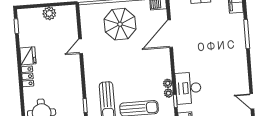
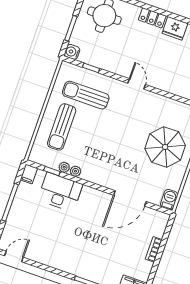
door: (170, 34) -> (130, 198), swing flipped
door: (81, 46) -> (137, 84), moved

